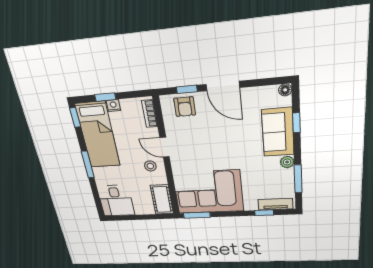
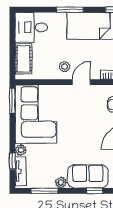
cot: (162, 199) -> (23, 59), moved, turned 90
plant: (251, 205) -> (21, 150), added

